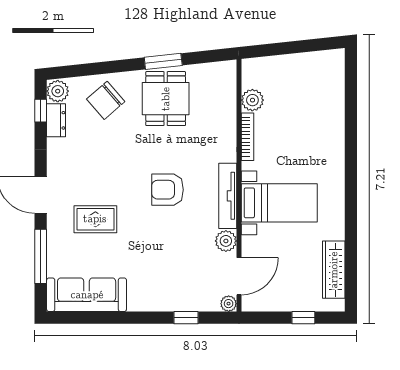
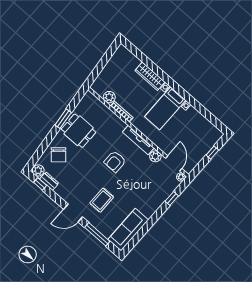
bed with nightstands: (279, 203) -> (165, 108), moved, turned 180
wardrobe: (334, 270) -> (150, 76), moved

